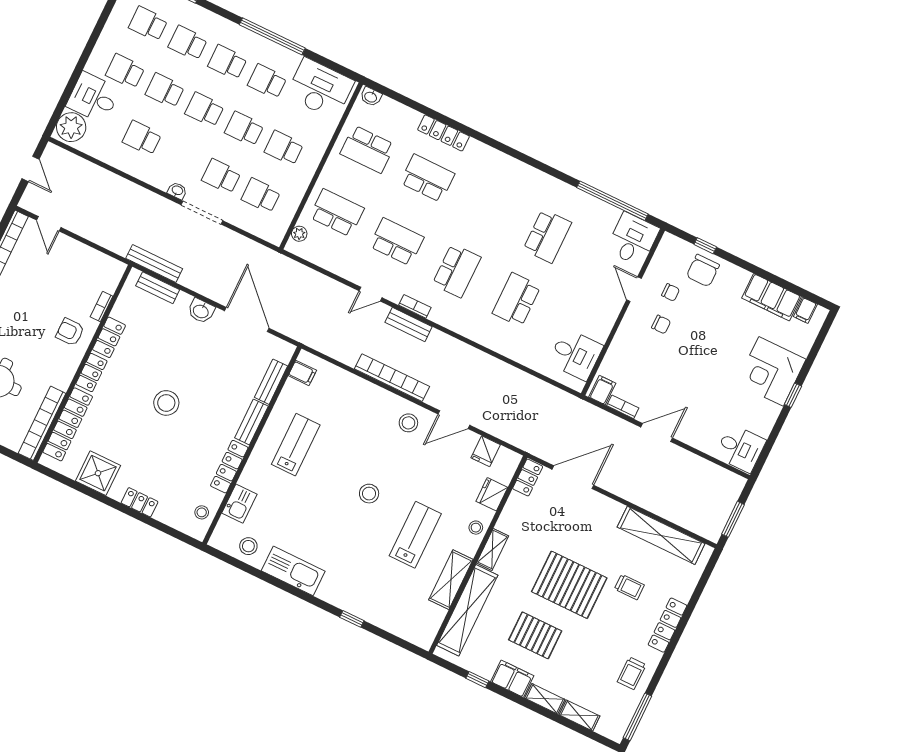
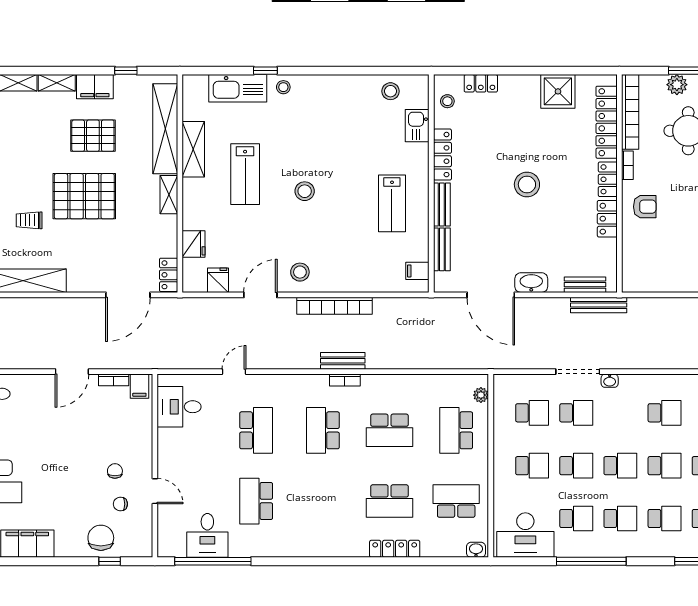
school desk: (337, 213) -> (456, 430), turned 90
desk: (633, 239) -> (207, 535), moved
door: (371, 294) -> (234, 372), moved
bookcase: (102, 306) -> (627, 165), moved
washbasin: (201, 311) -> (531, 283), width x1.38
chair: (661, 324) -> (115, 471), turned 90
locker: (140, 502) -> (481, 83), moved
stool: (476, 528) -> (283, 87), moved
kitchen sink: (293, 571) -> (238, 88), moved

